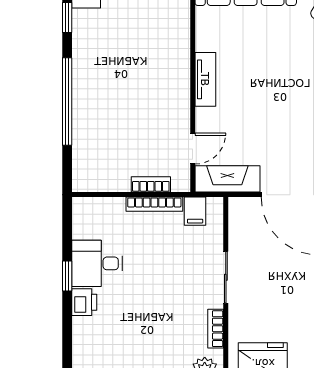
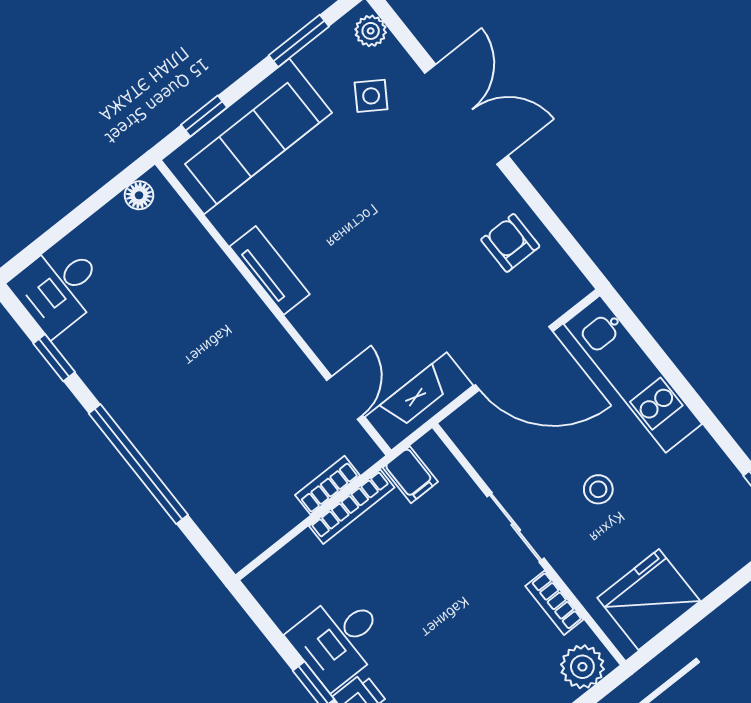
tv unit: (205, 79) -> (270, 270), moved
stool: (281, 291) -> (598, 489), added

